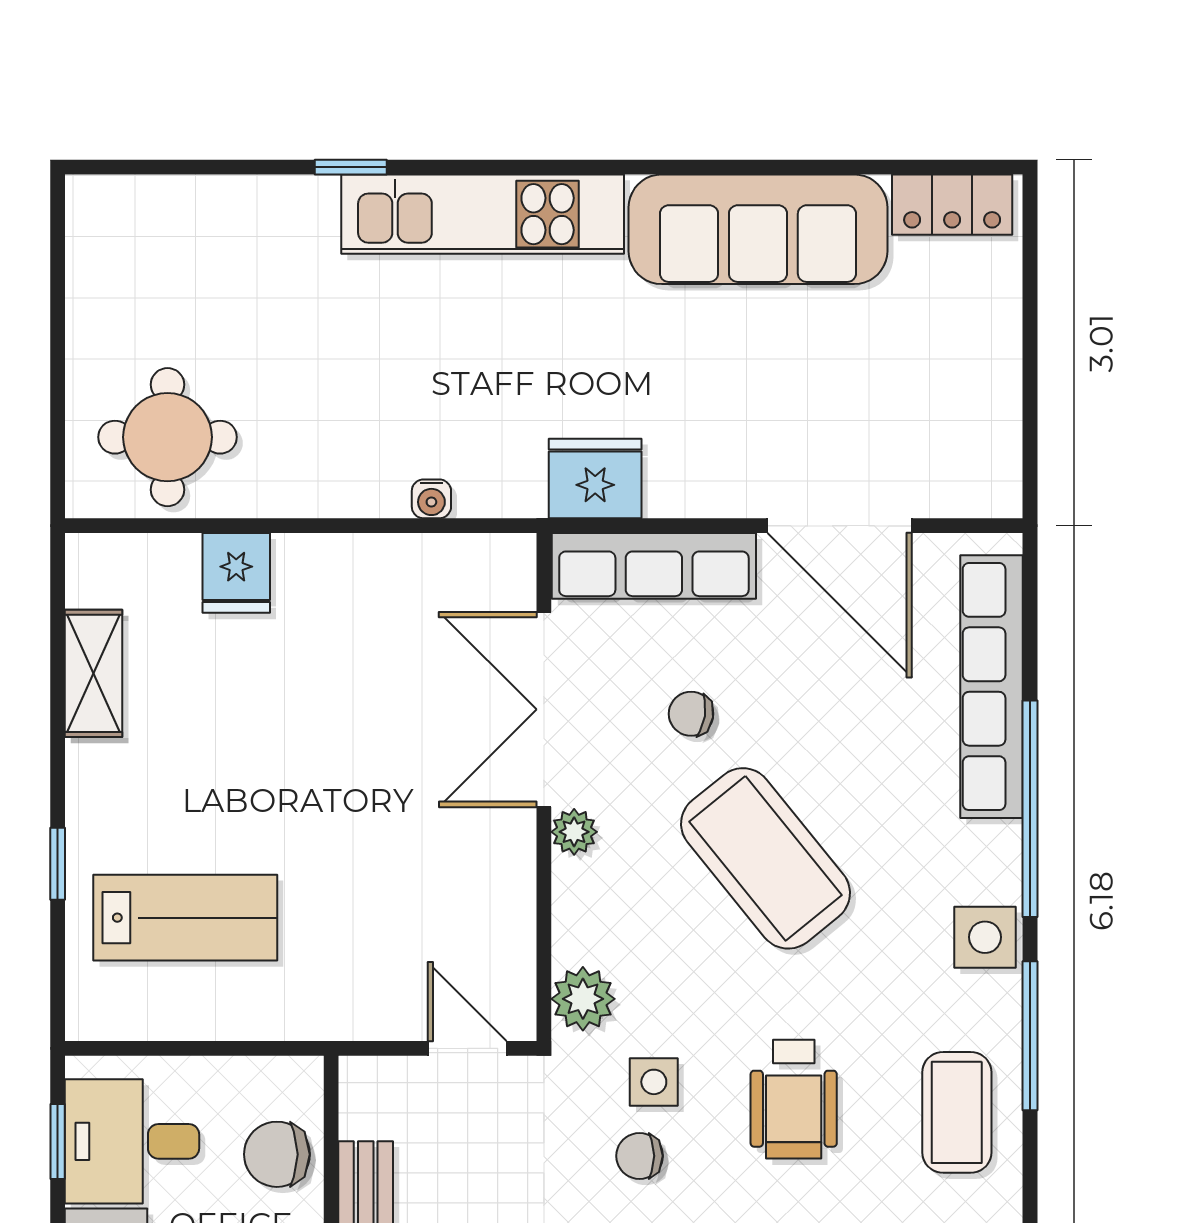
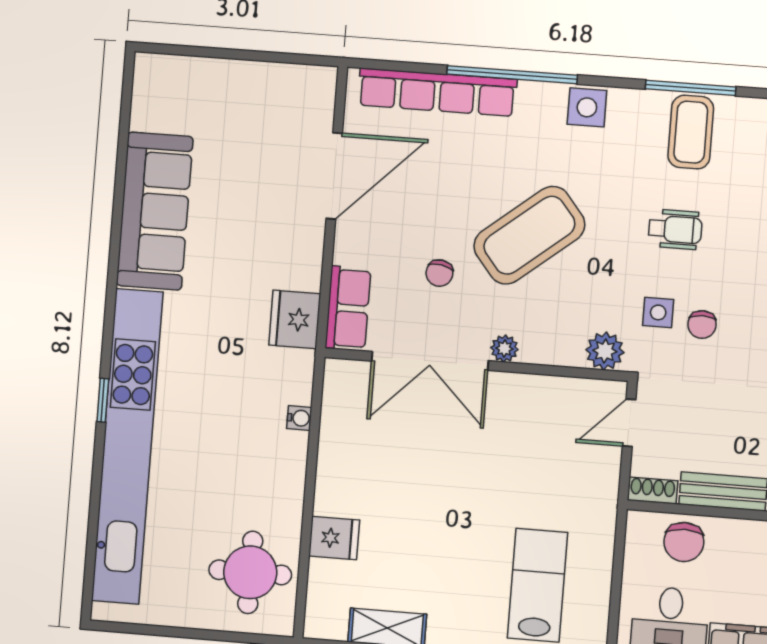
window: (351, 167) -> (103, 400), moved
locker: (952, 205) -> (149, 94), removed
kitchen unit: (483, 214) -> (127, 446), width x1.86
row of seats: (654, 566) -> (348, 308), width x0.68
window: (1030, 1036) -> (691, 88), moved
shoe rack: (358, 1096) -> (653, 490), added
wheelchair: (794, 1099) -> (675, 229), width x0.73, depth x0.73
coffee table: (957, 1112) -> (691, 132), turned 90

